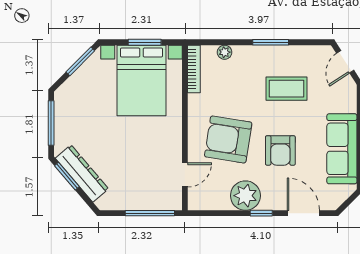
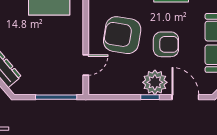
armchair: (280, 150) -> (166, 44), turned -90
plant: (245, 196) -> (155, 82), moved

